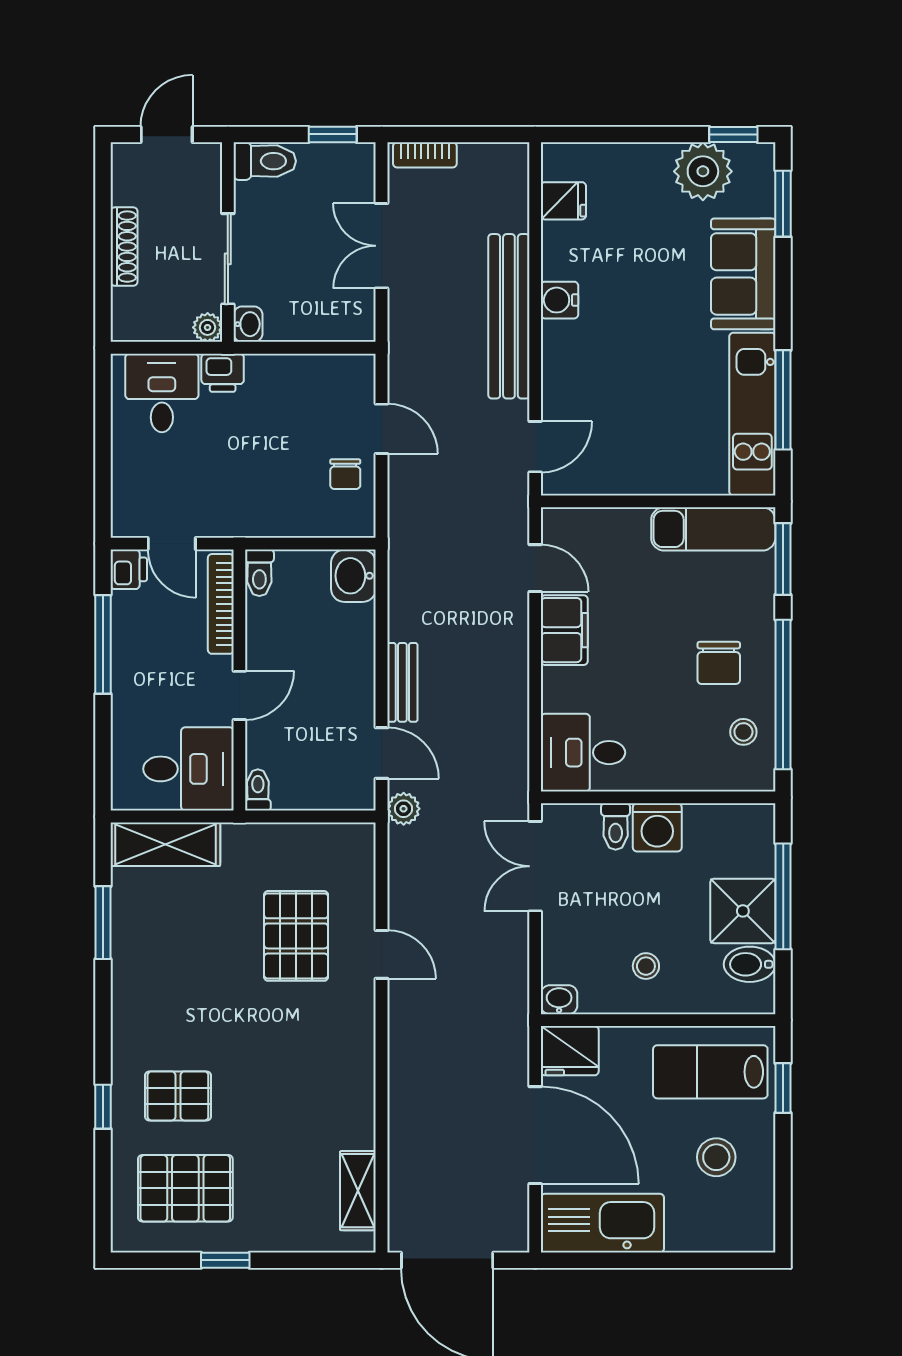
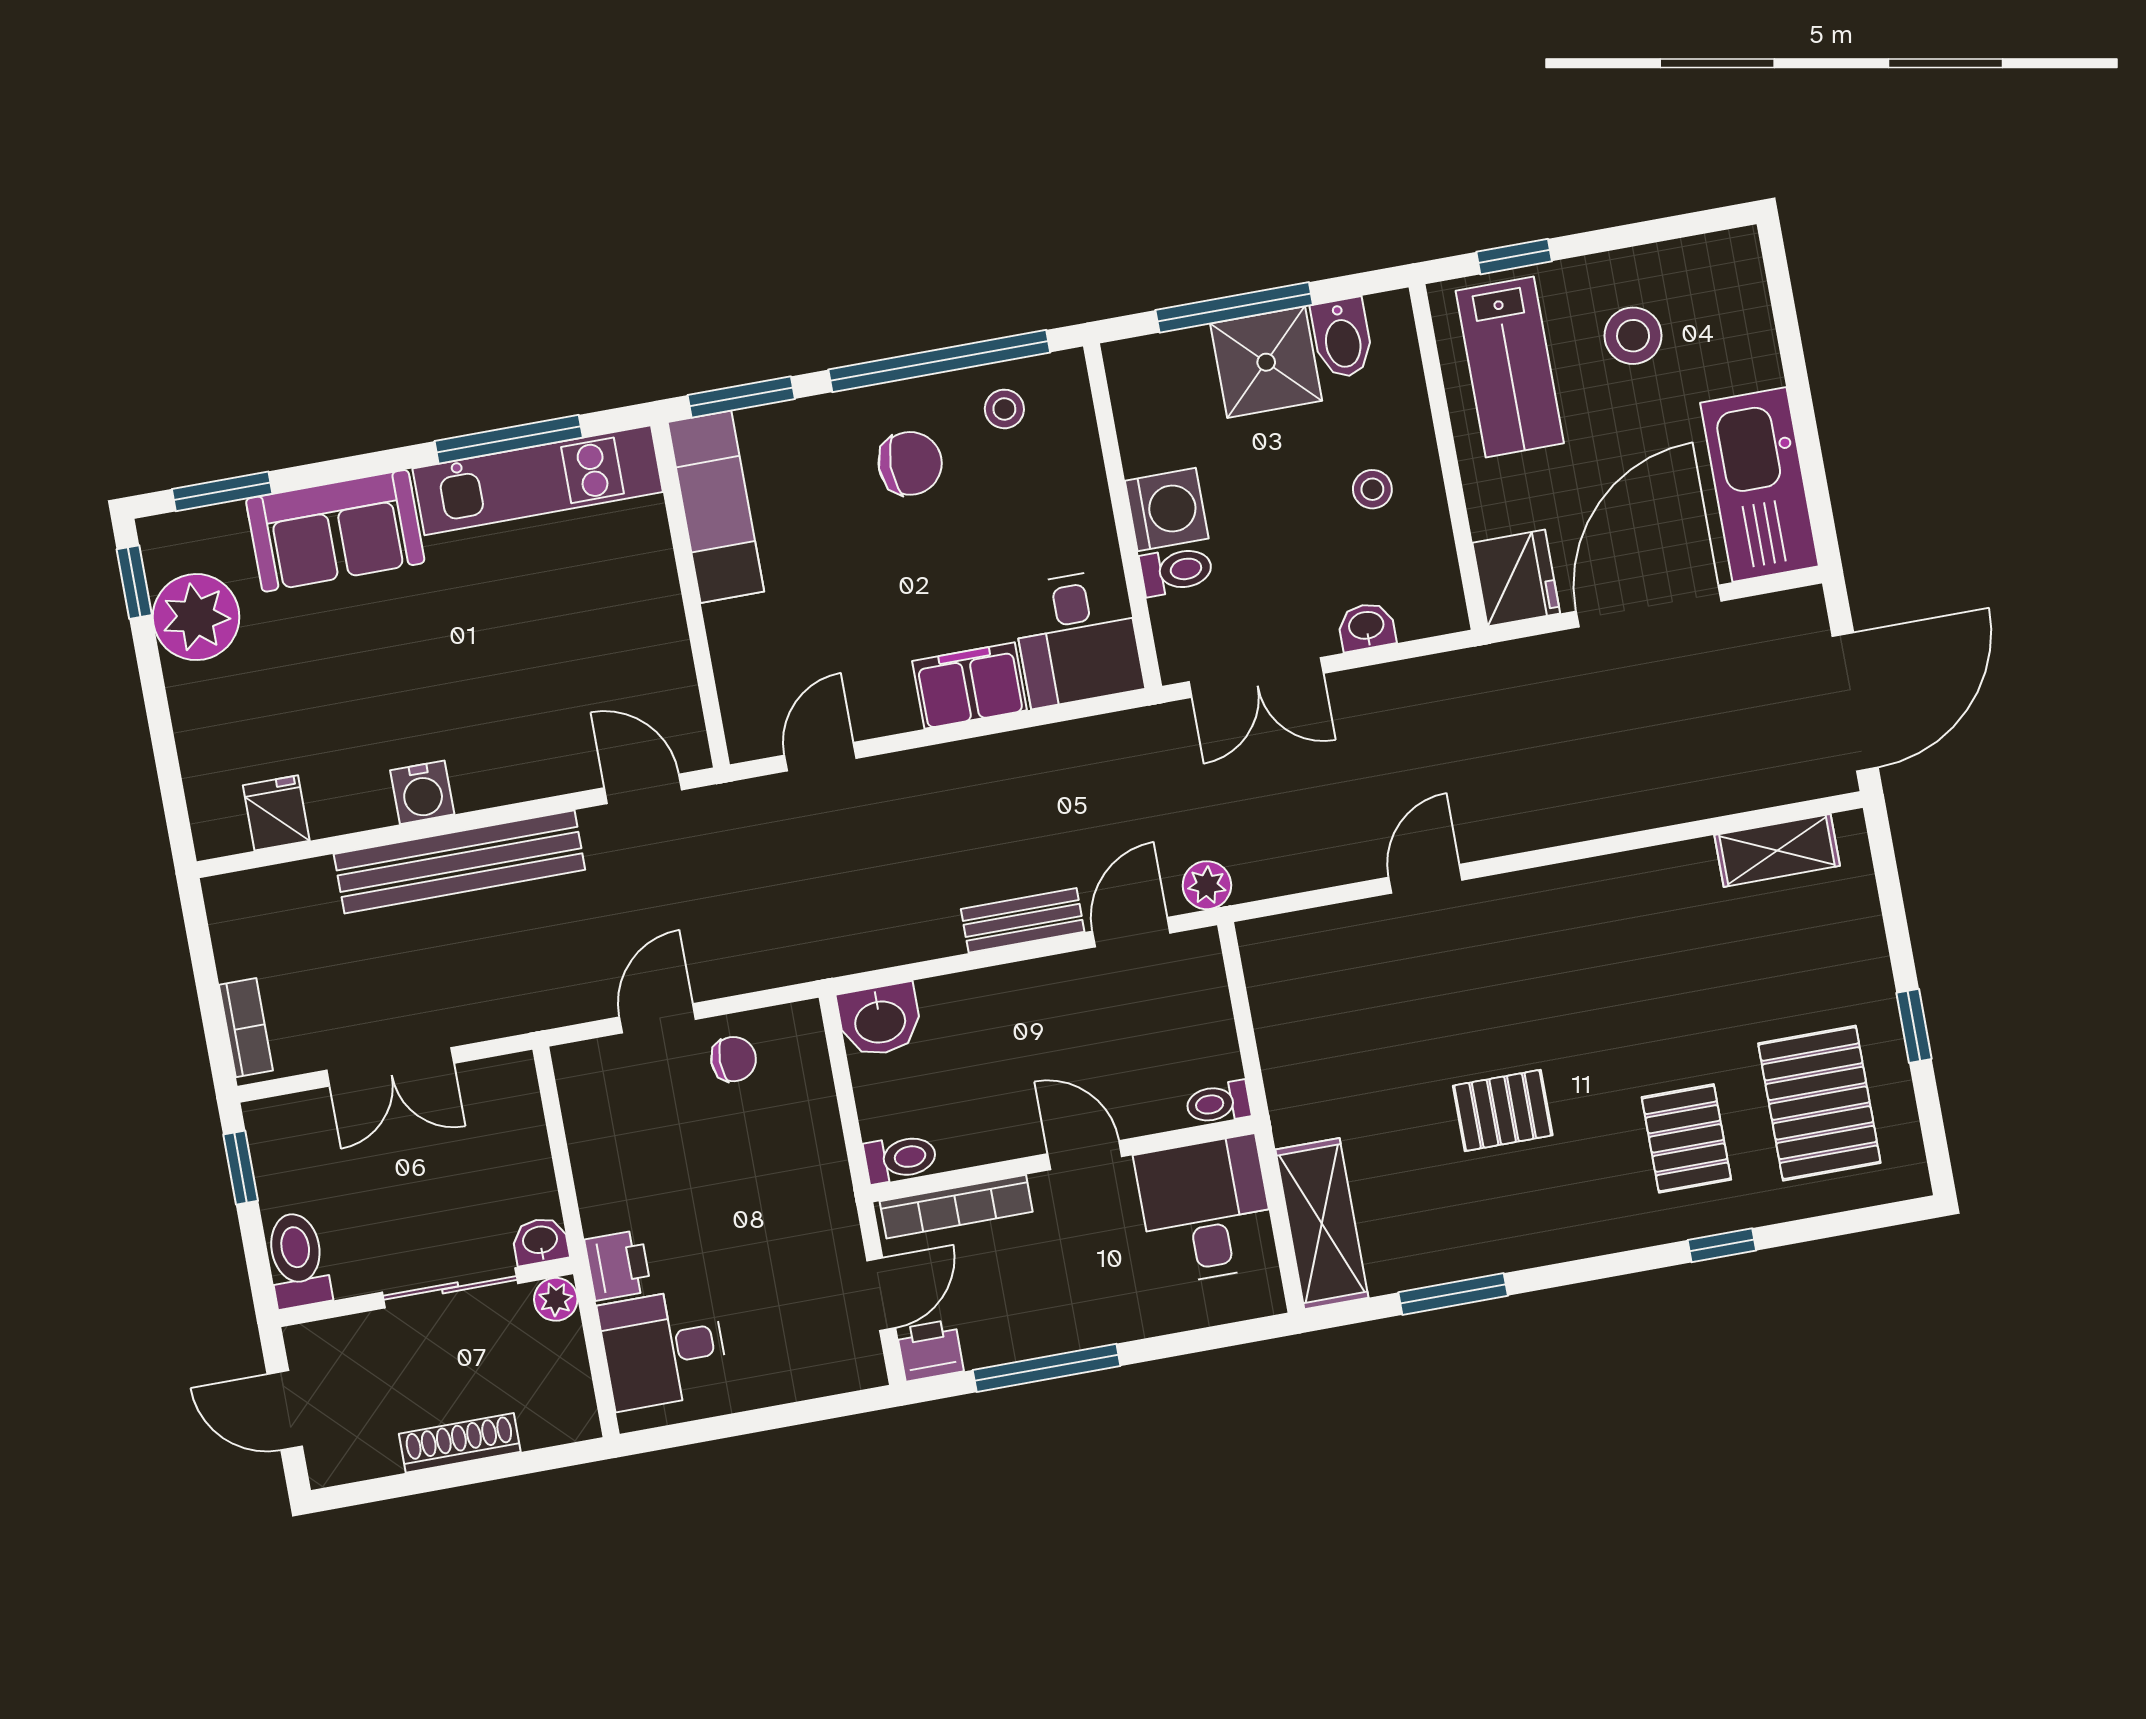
filing cabinet: (564, 630) -> (970, 686), moved
pallet: (296, 936) -> (1503, 1110), moved, width x0.67, depth x0.71
washbasin: (559, 1000) -> (1366, 627), moved, turned 90

